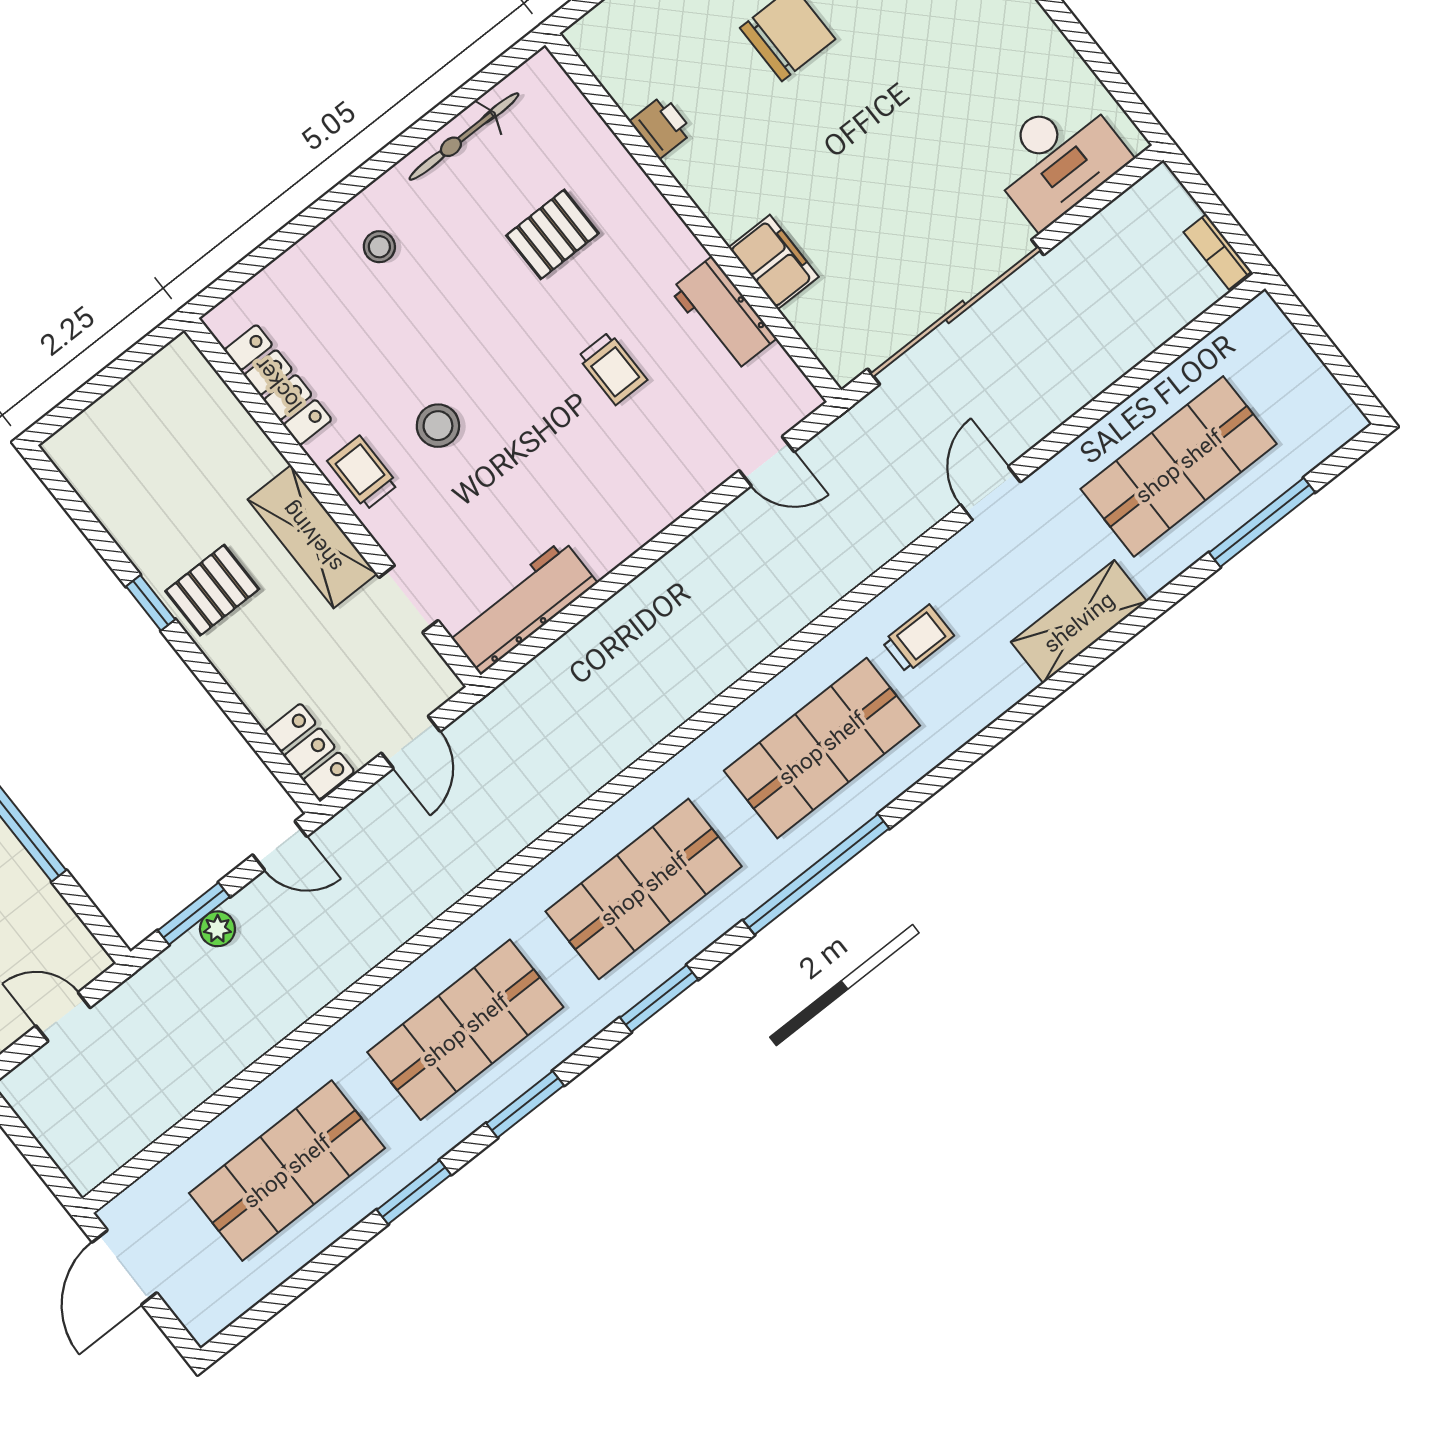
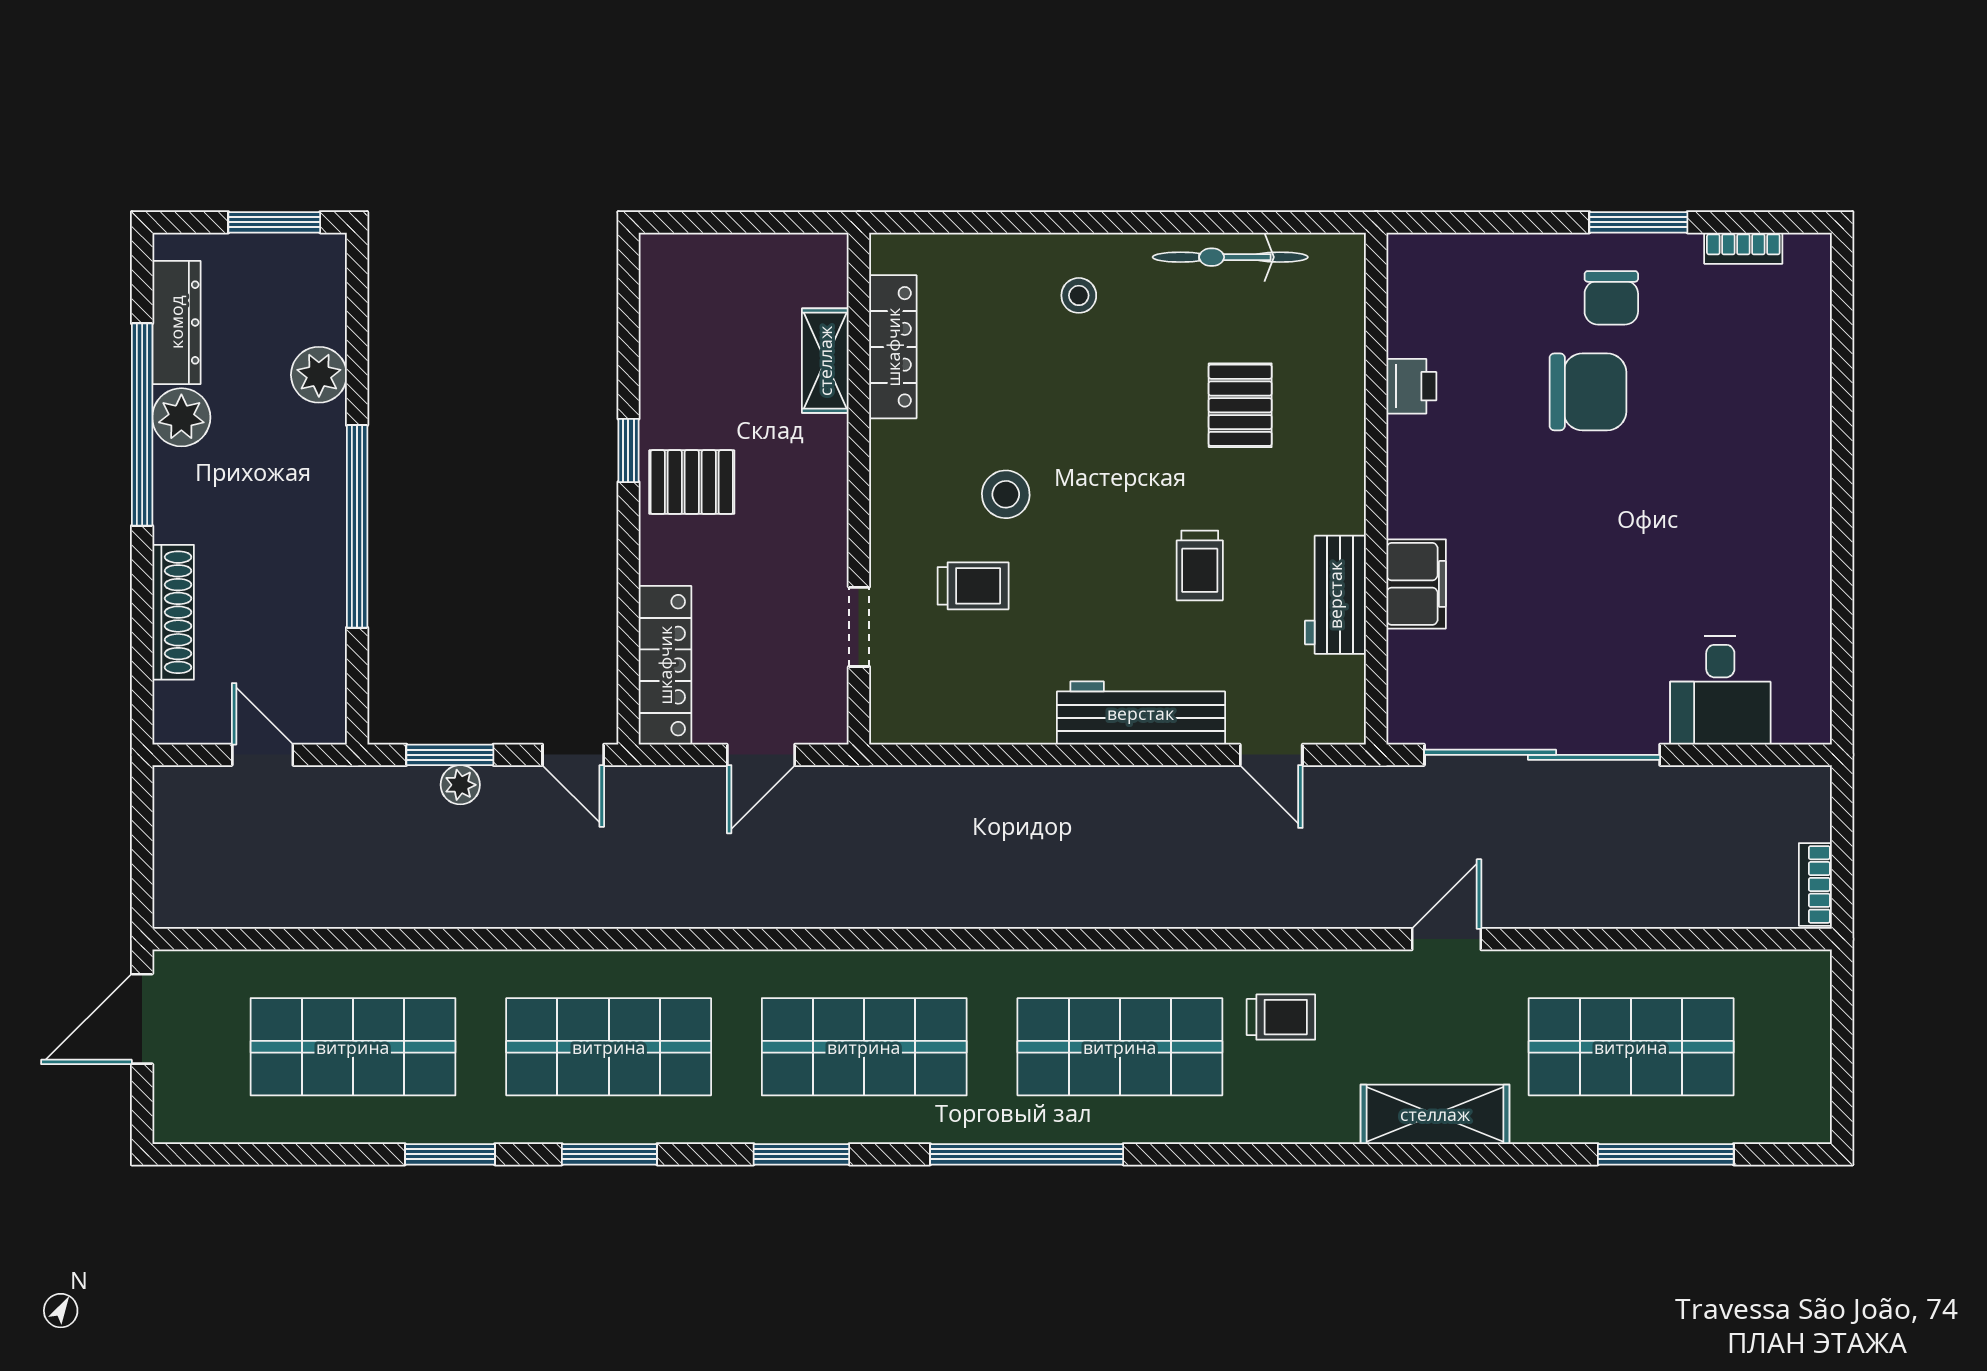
desk: (1057, 158) -> (1720, 690), width x0.73
pallet: (552, 234) -> (1240, 405), turned 90
trolley: (363, 473) -> (973, 586), moved, turned 90
shelving: (312, 537) -> (825, 361), moved, width x0.67, depth x0.75
workbench: (522, 607) -> (1141, 713), moved
locker: (310, 752) -> (665, 665), width x1.53

